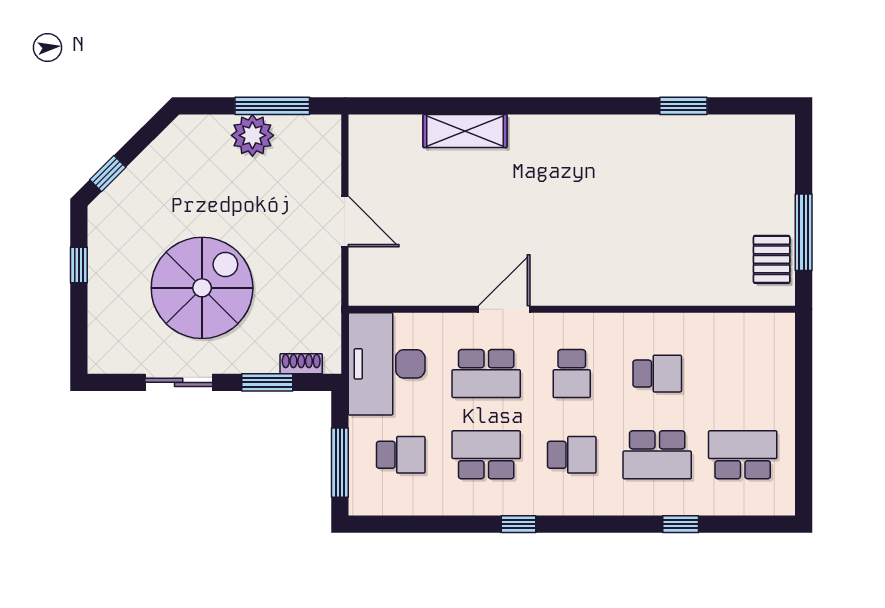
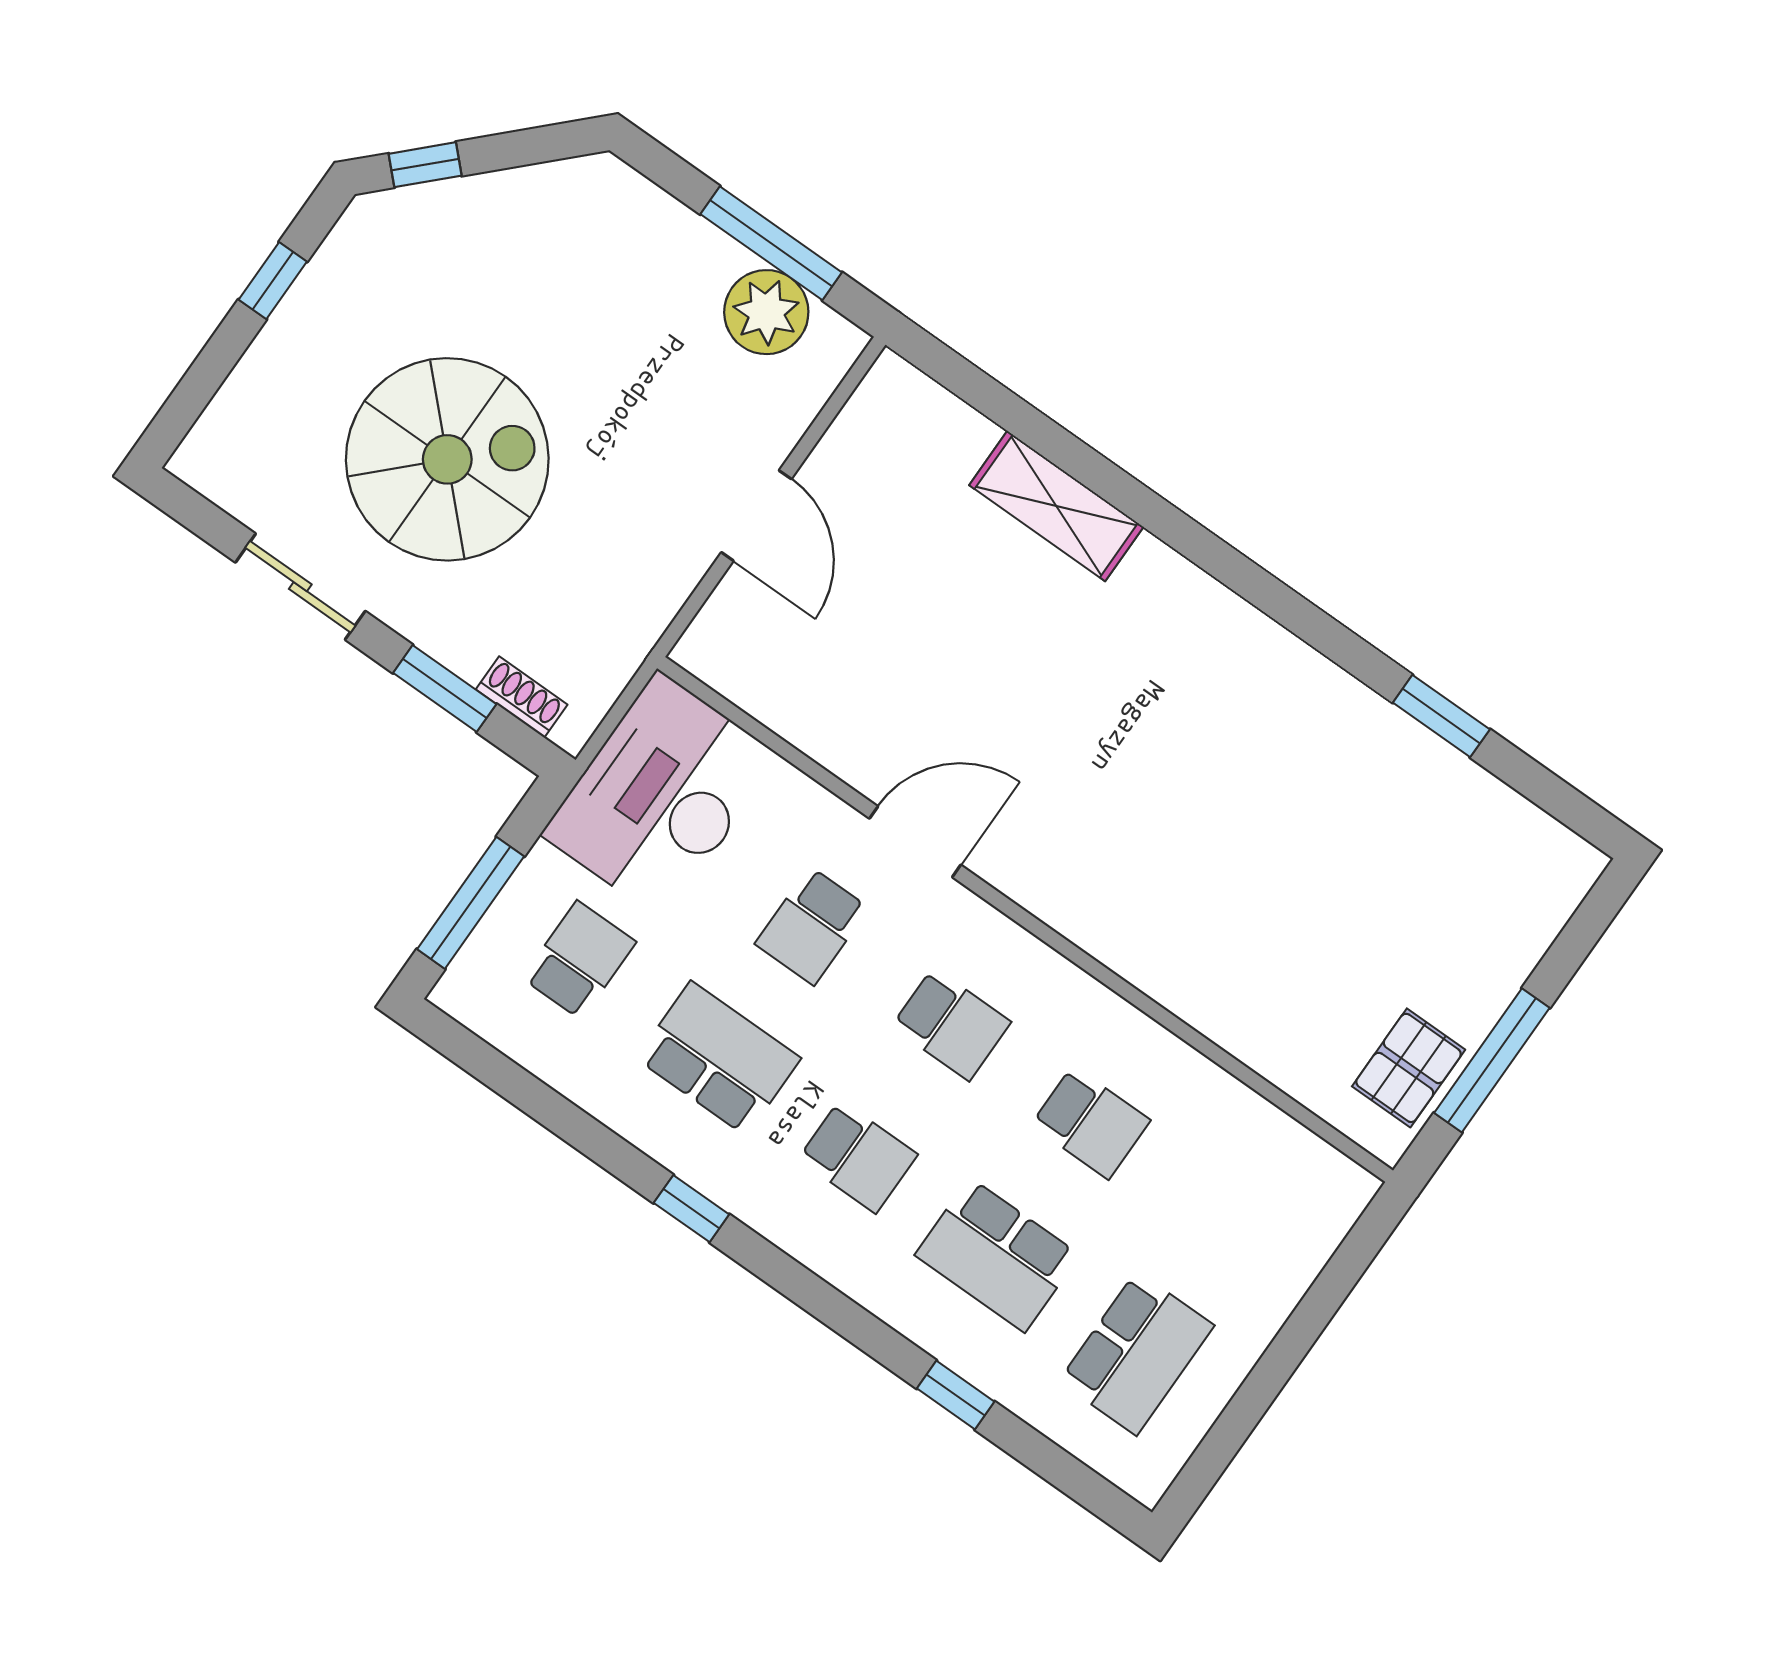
plant: (252, 135) -> (766, 312), moved
school desk: (486, 374) -> (812, 926), width x0.54
school desk: (572, 374) -> (951, 1024), turned -90
school desk: (401, 455) -> (579, 960), turned -90
school desk: (743, 455) -> (1137, 1353), turned 90

